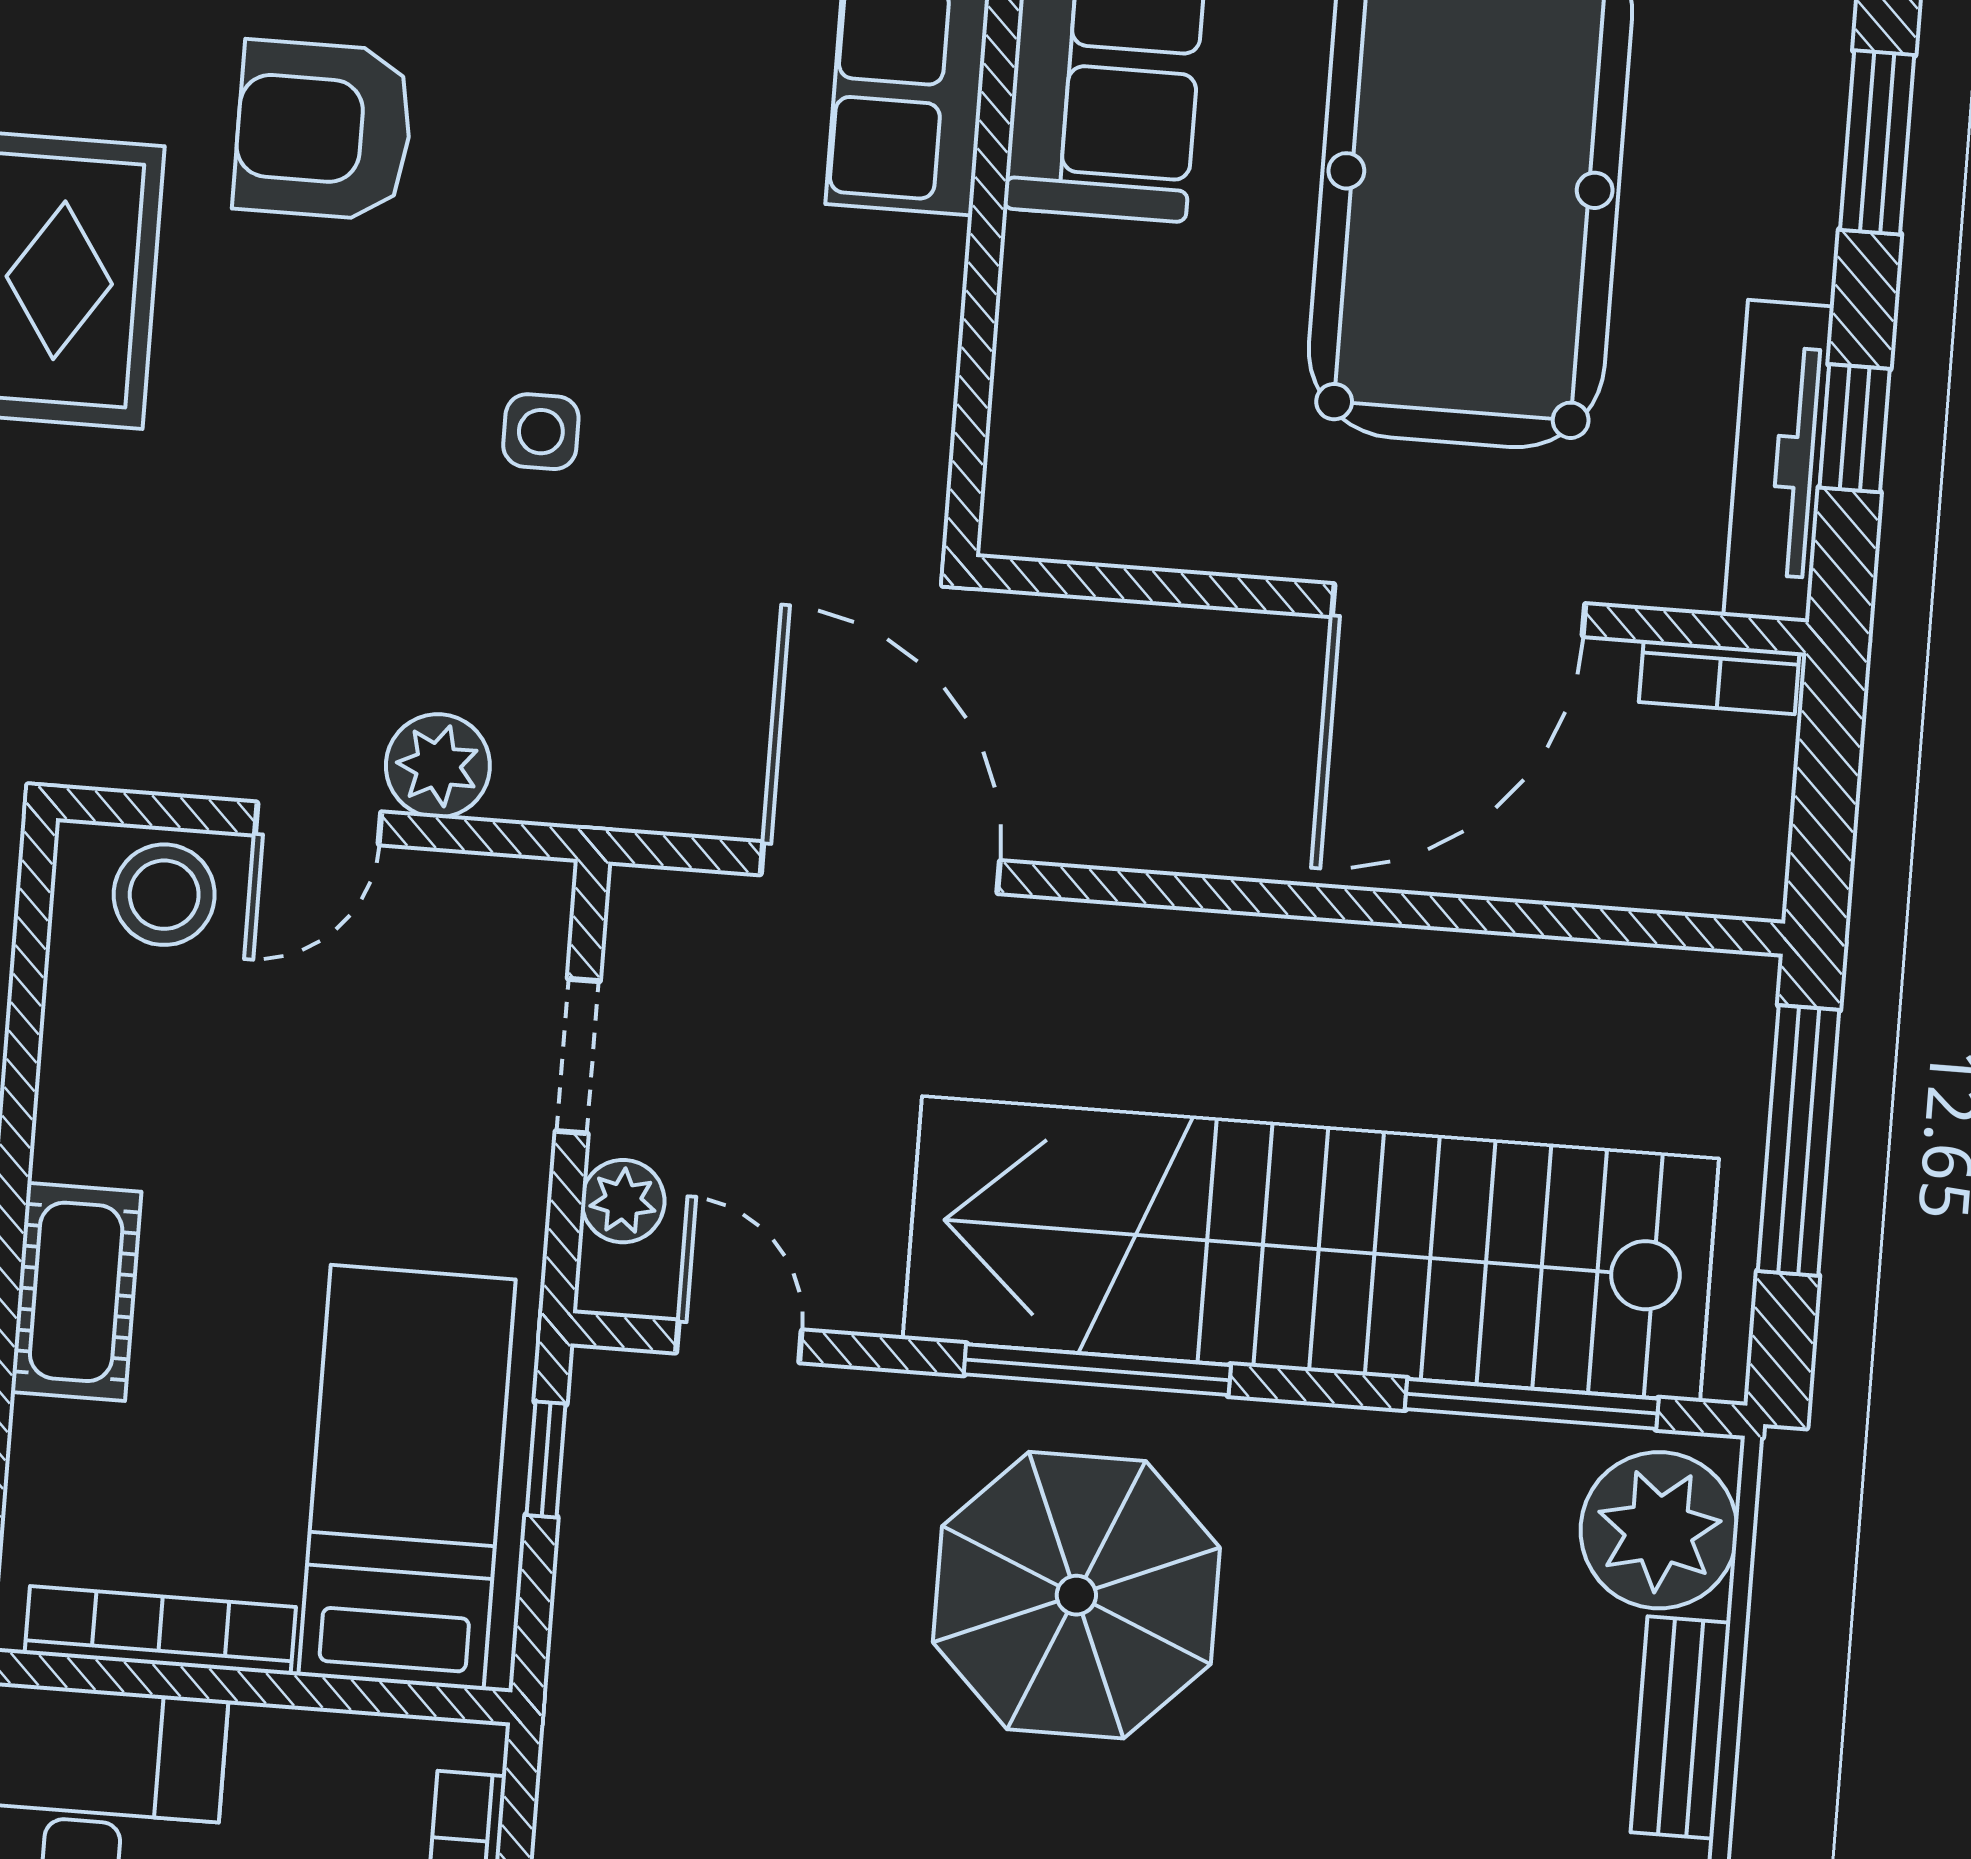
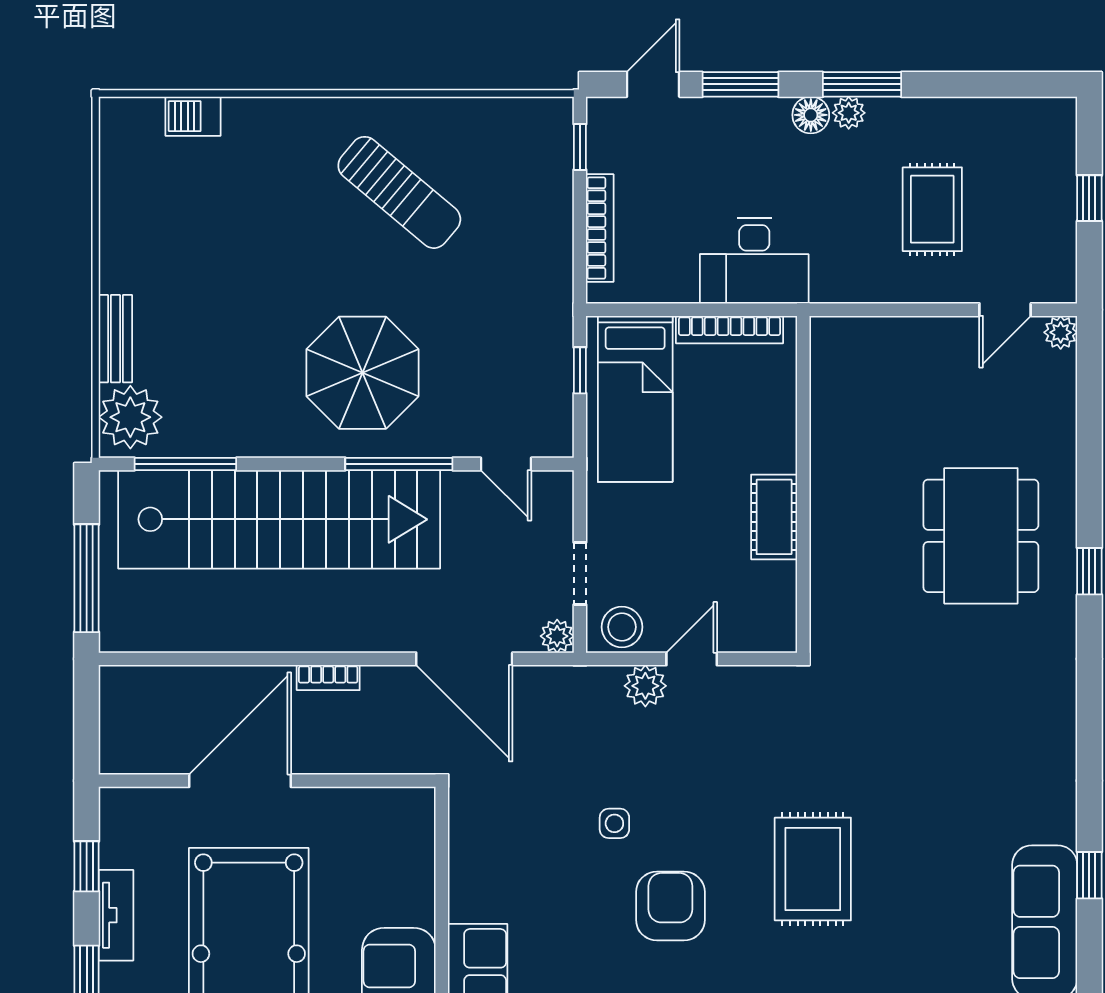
armchair: (324, 130) -> (670, 906), moved, turned -90
tv unit: (1779, 461) -> (116, 915), moved, width x0.71
bookcase: (1719, 677) -> (328, 678), moved, turned 180
stool: (164, 895) -> (622, 627), moved
plant: (623, 1201) -> (557, 636), moved
cot: (76, 1292) -> (774, 517), moved
window: (1097, 1370) -> (399, 464), moved
window: (546, 1459) -> (580, 370), moved

